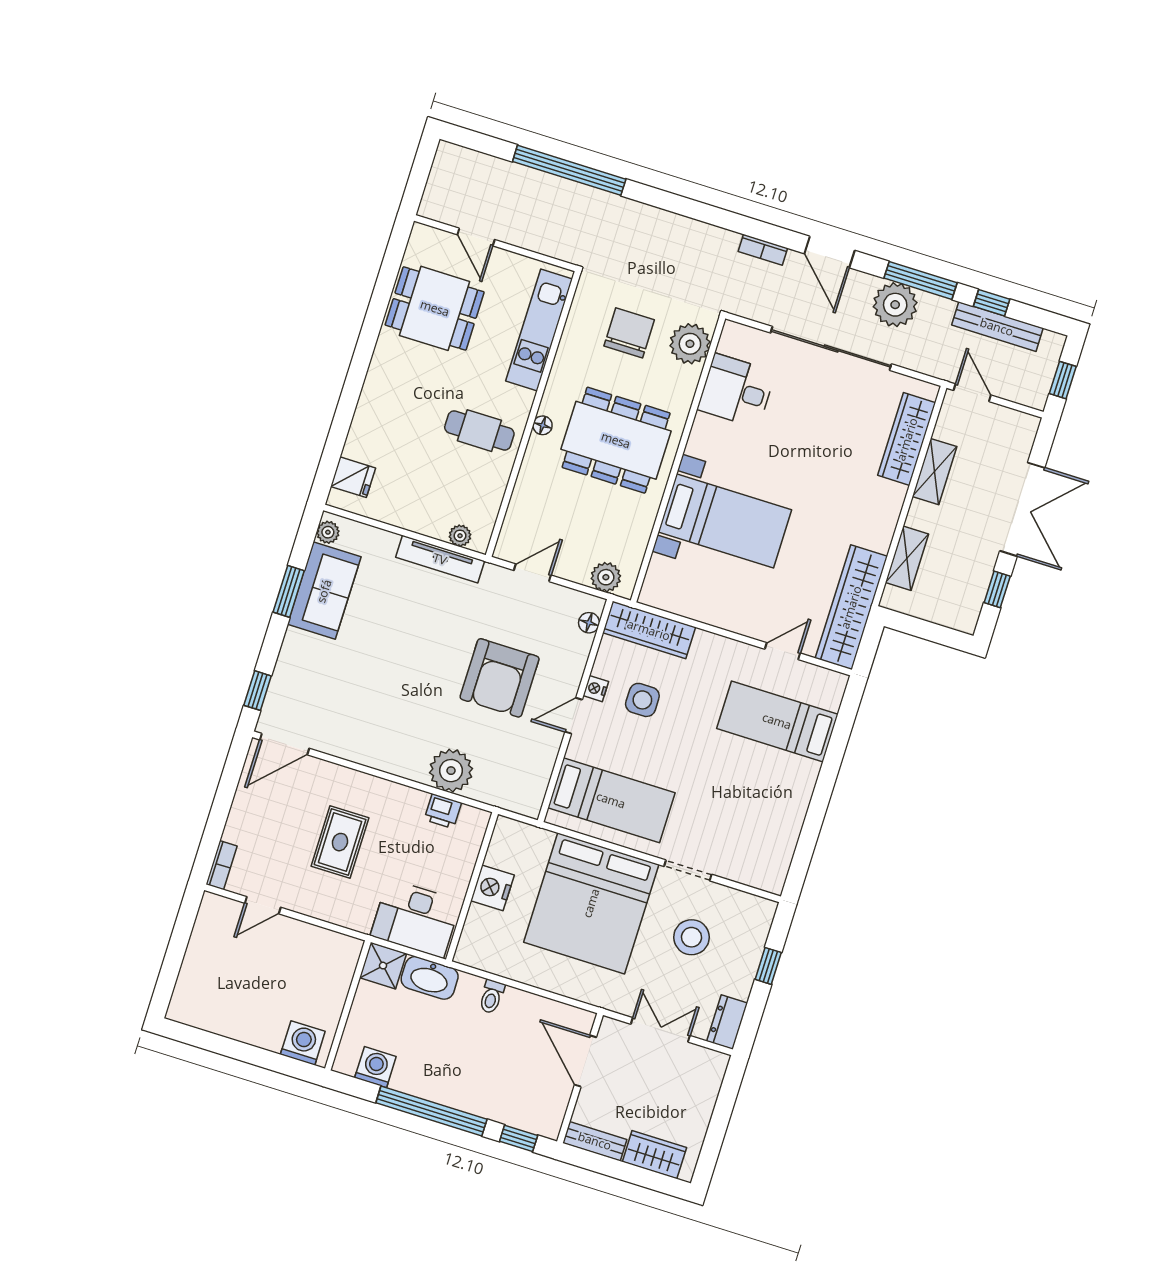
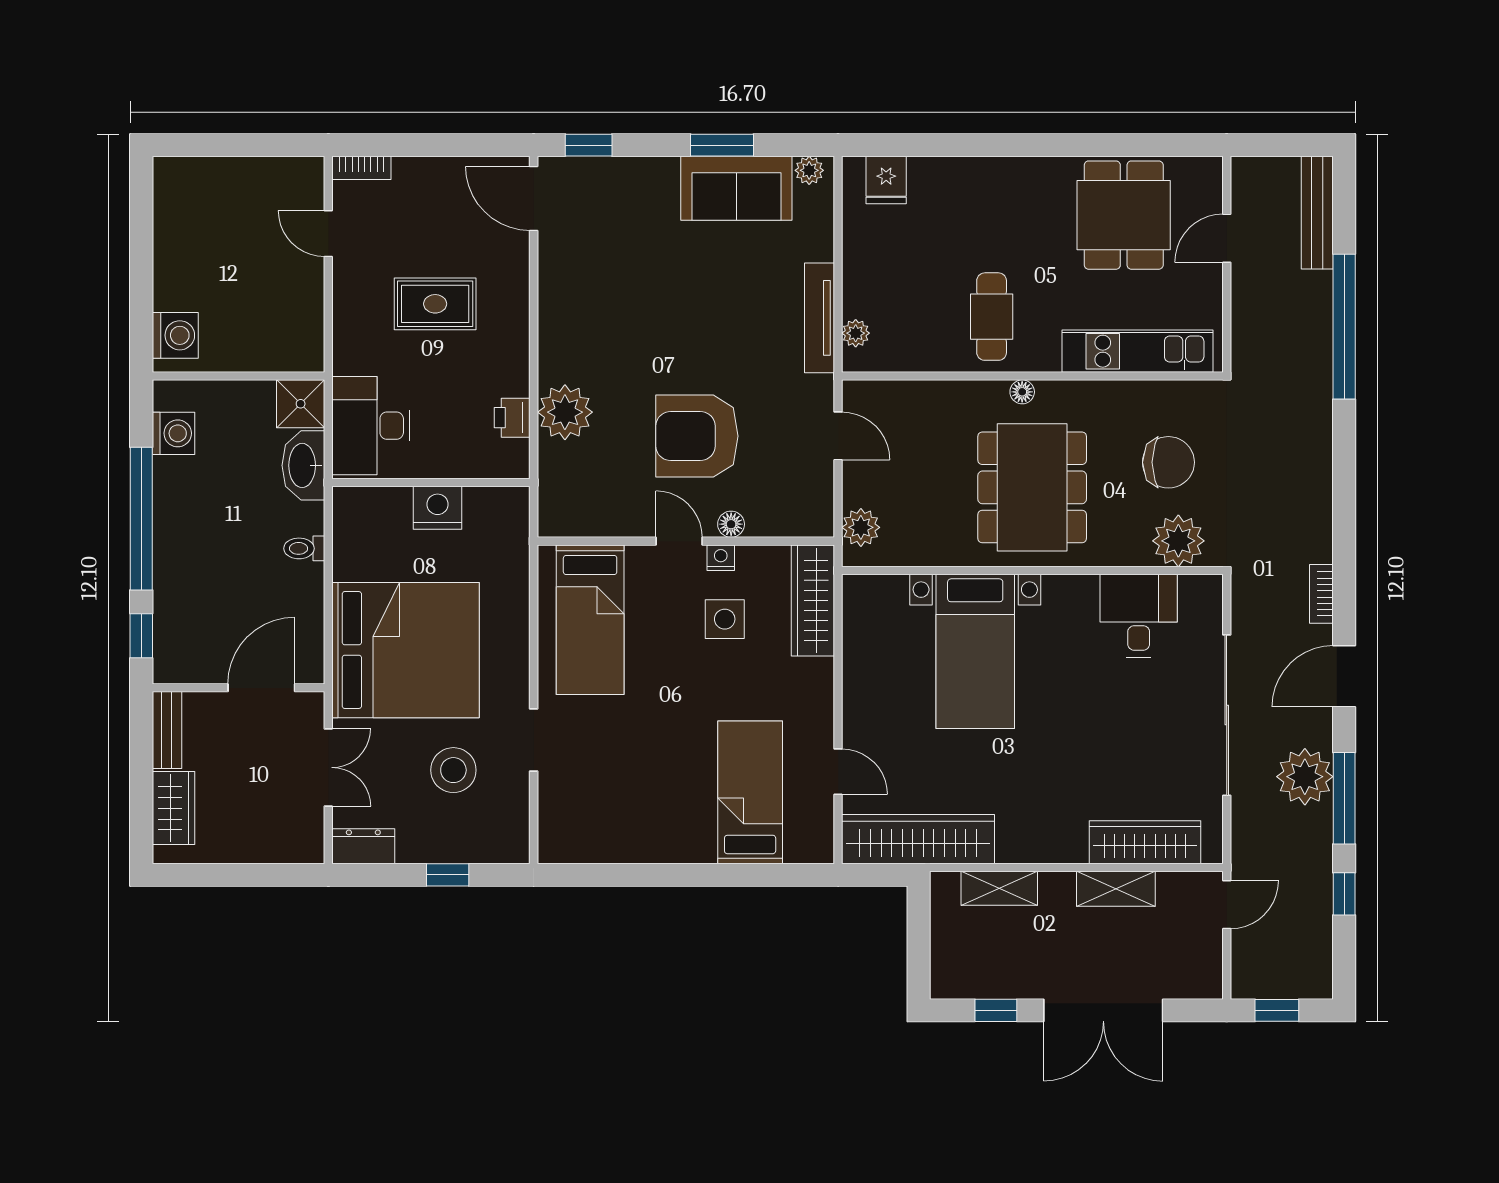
bench: (997, 327) -> (1317, 213), moved
floor lamp: (589, 623) -> (731, 524), moved
bed: (591, 903) -> (406, 650), moved, turned 180

